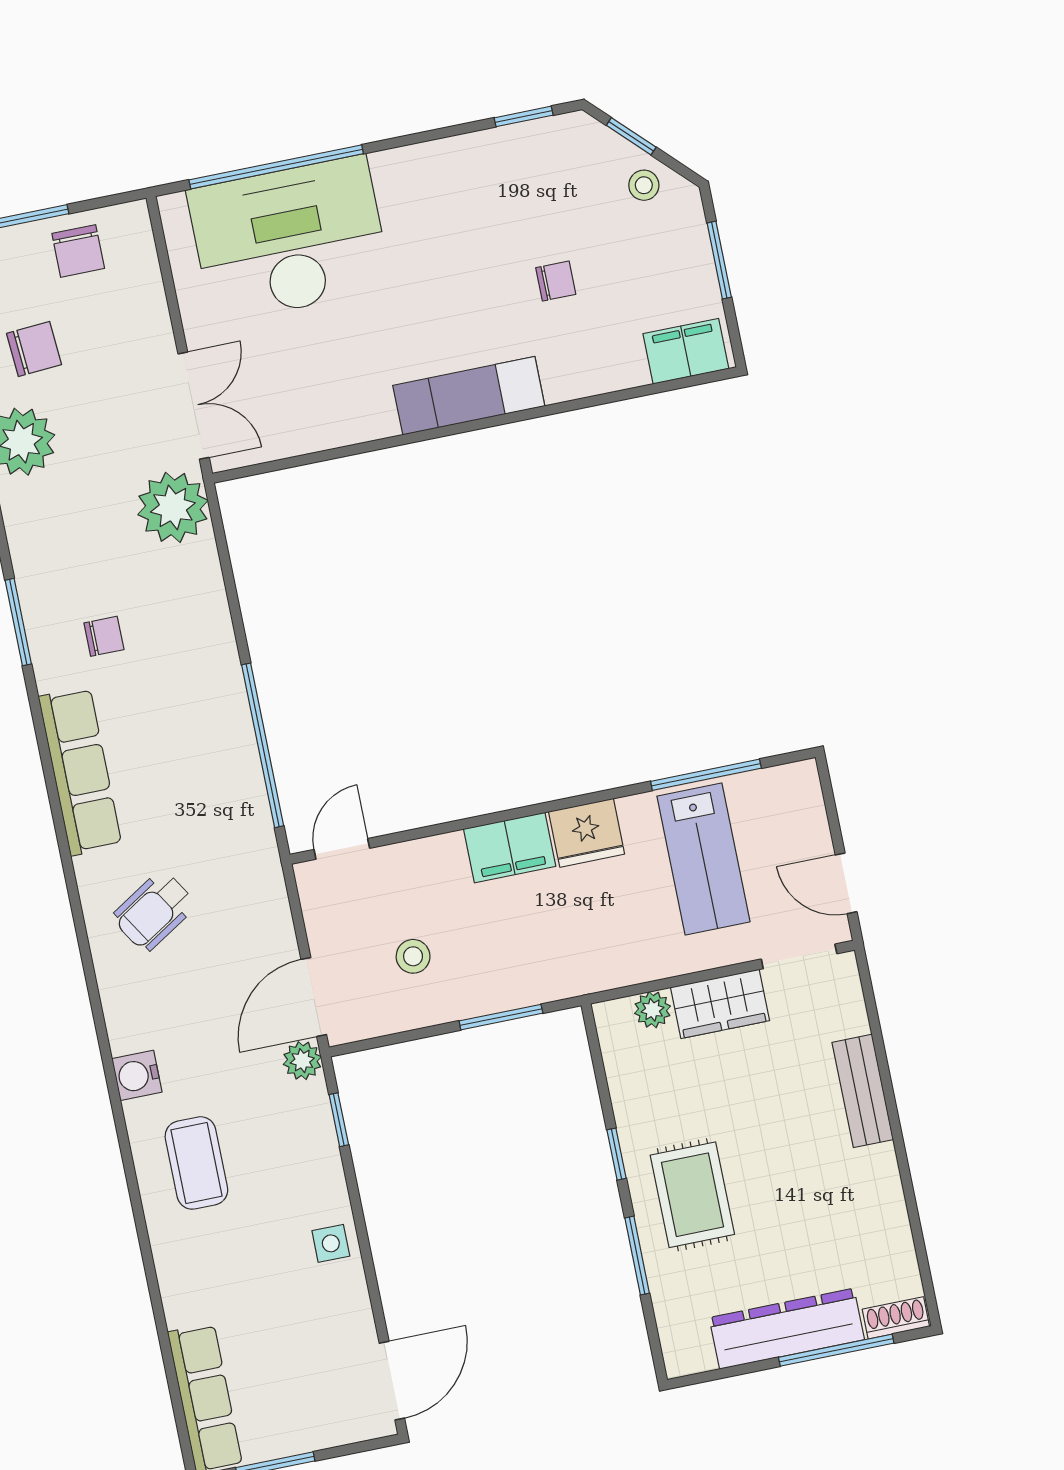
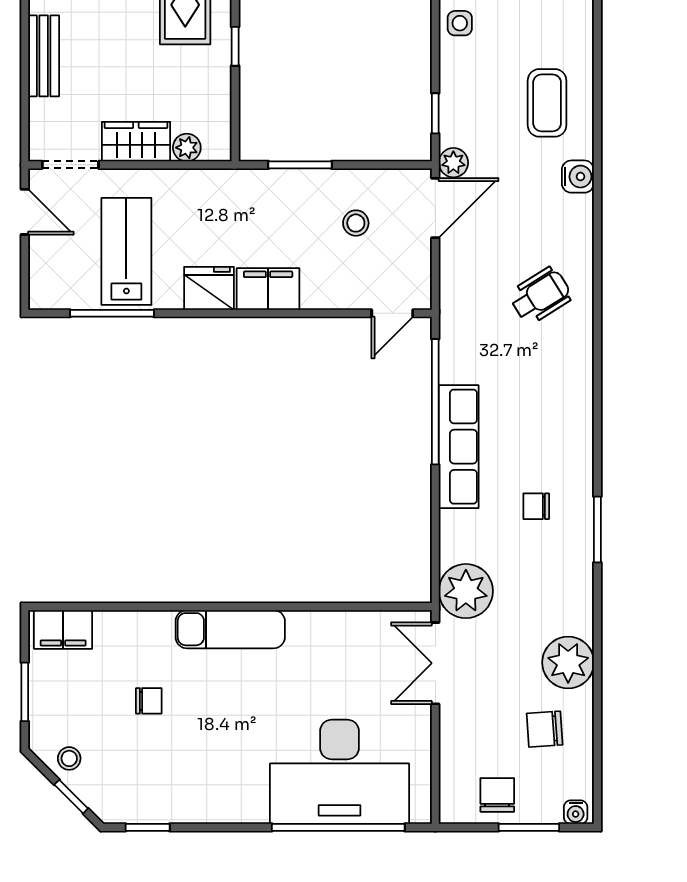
chair: (556, 281) -> (149, 701), turned 180
row of seats: (80, 771) -> (459, 447), moved, turned 180

